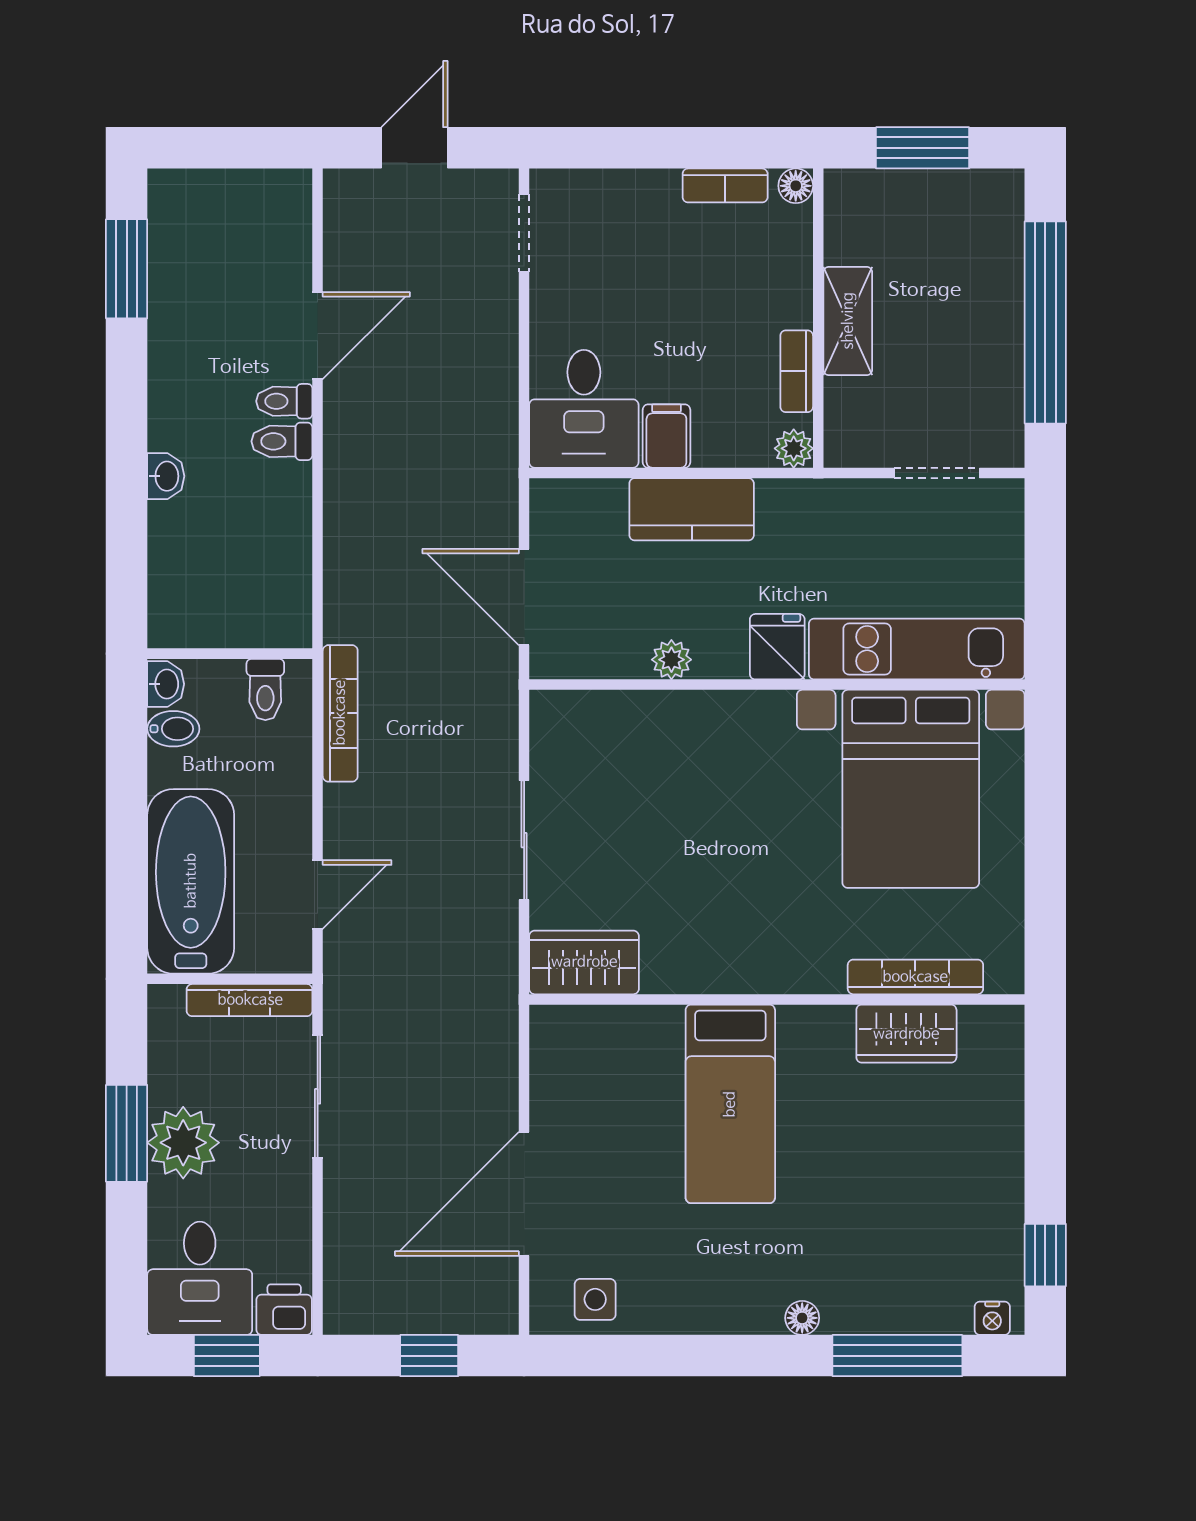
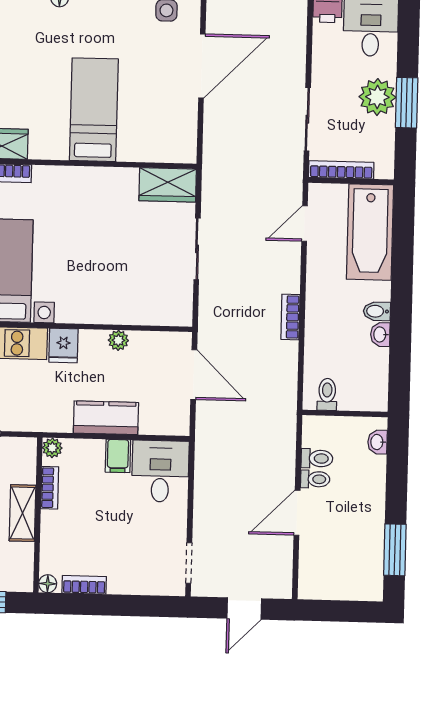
wall: (230, 654) -> (345, 413), moved
toilet: (265, 690) -> (327, 394), moved
bookcase: (340, 713) -> (290, 317), width x0.64

